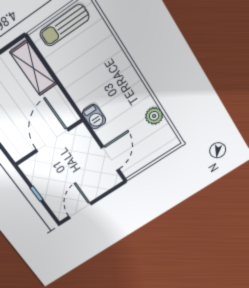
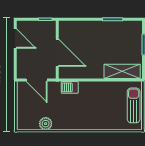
door: (52, 140) -> (57, 53), moved
wall: (49, 142) -> (57, 50), moved

